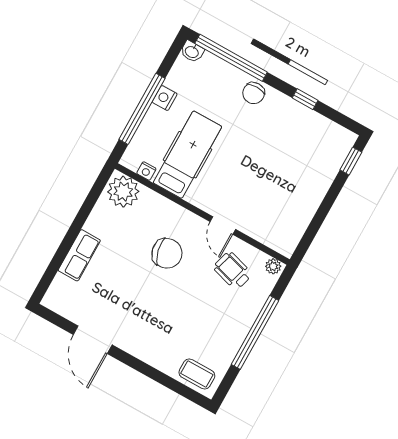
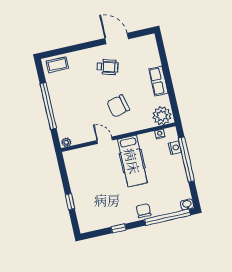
nightstand: (165, 98) -> (175, 148), moved
hospital bed: (188, 155) -> (132, 161), moved
window: (351, 161) -> (70, 202), moved
row of seats: (79, 255) -> (158, 81), moved
wheelchair: (233, 271) -> (108, 67), moved

